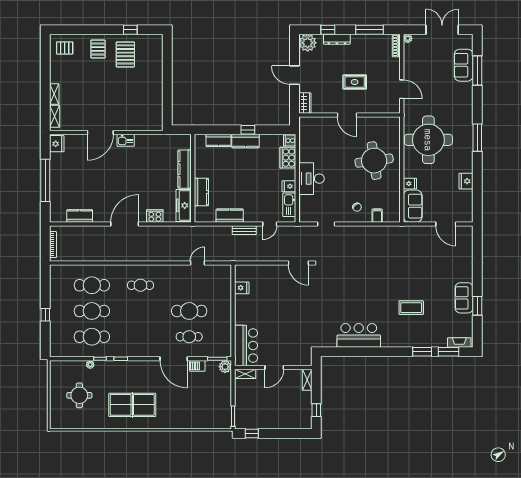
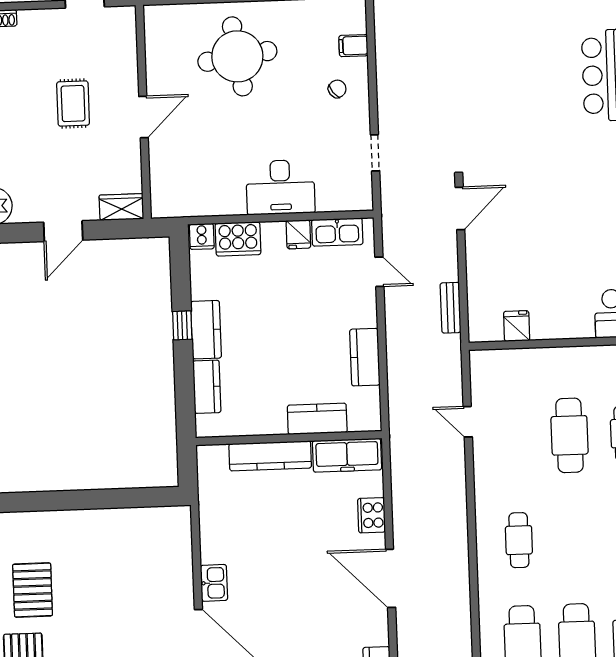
pallet: (125, 54) -> (33, 590), turned 90
bench: (244, 230) -> (451, 308), moved

